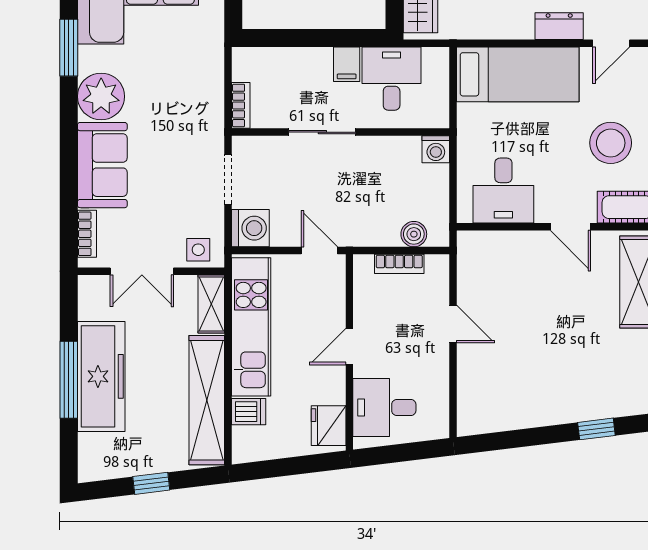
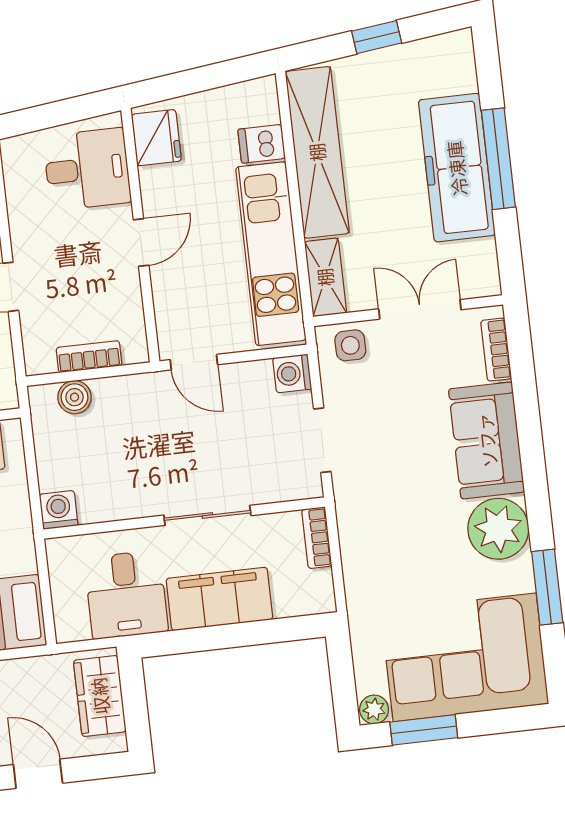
filing cabinet: (347, 64) -> (219, 599), width x3.00, depth x1.17
washing machine: (250, 228) -> (292, 373), width x0.73, depth x0.73

